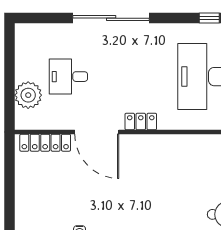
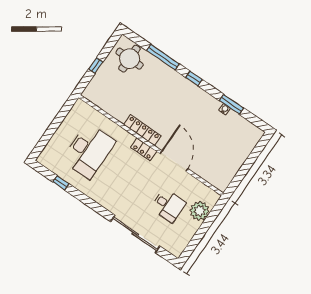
sliding door: (111, 18) -> (135, 234), moved
locker: (45, 143) -> (142, 130), moved

